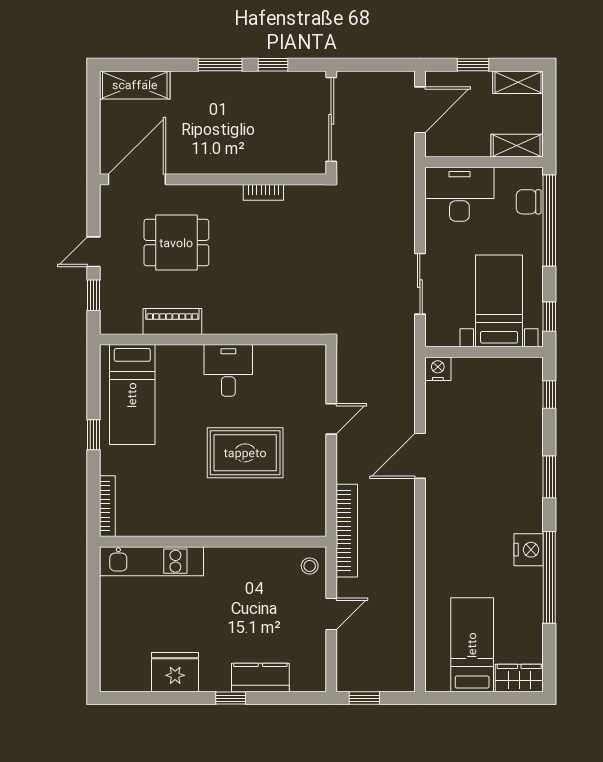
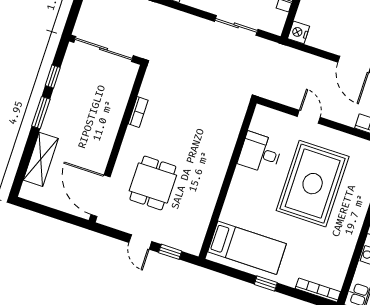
shelving: (135, 85) -> (41, 159), moved
piano: (172, 321) -> (206, 204), removed
desk: (228, 370) -> (260, 153), moved
rug: (245, 453) -> (313, 184), width x1.37, depth x1.44

